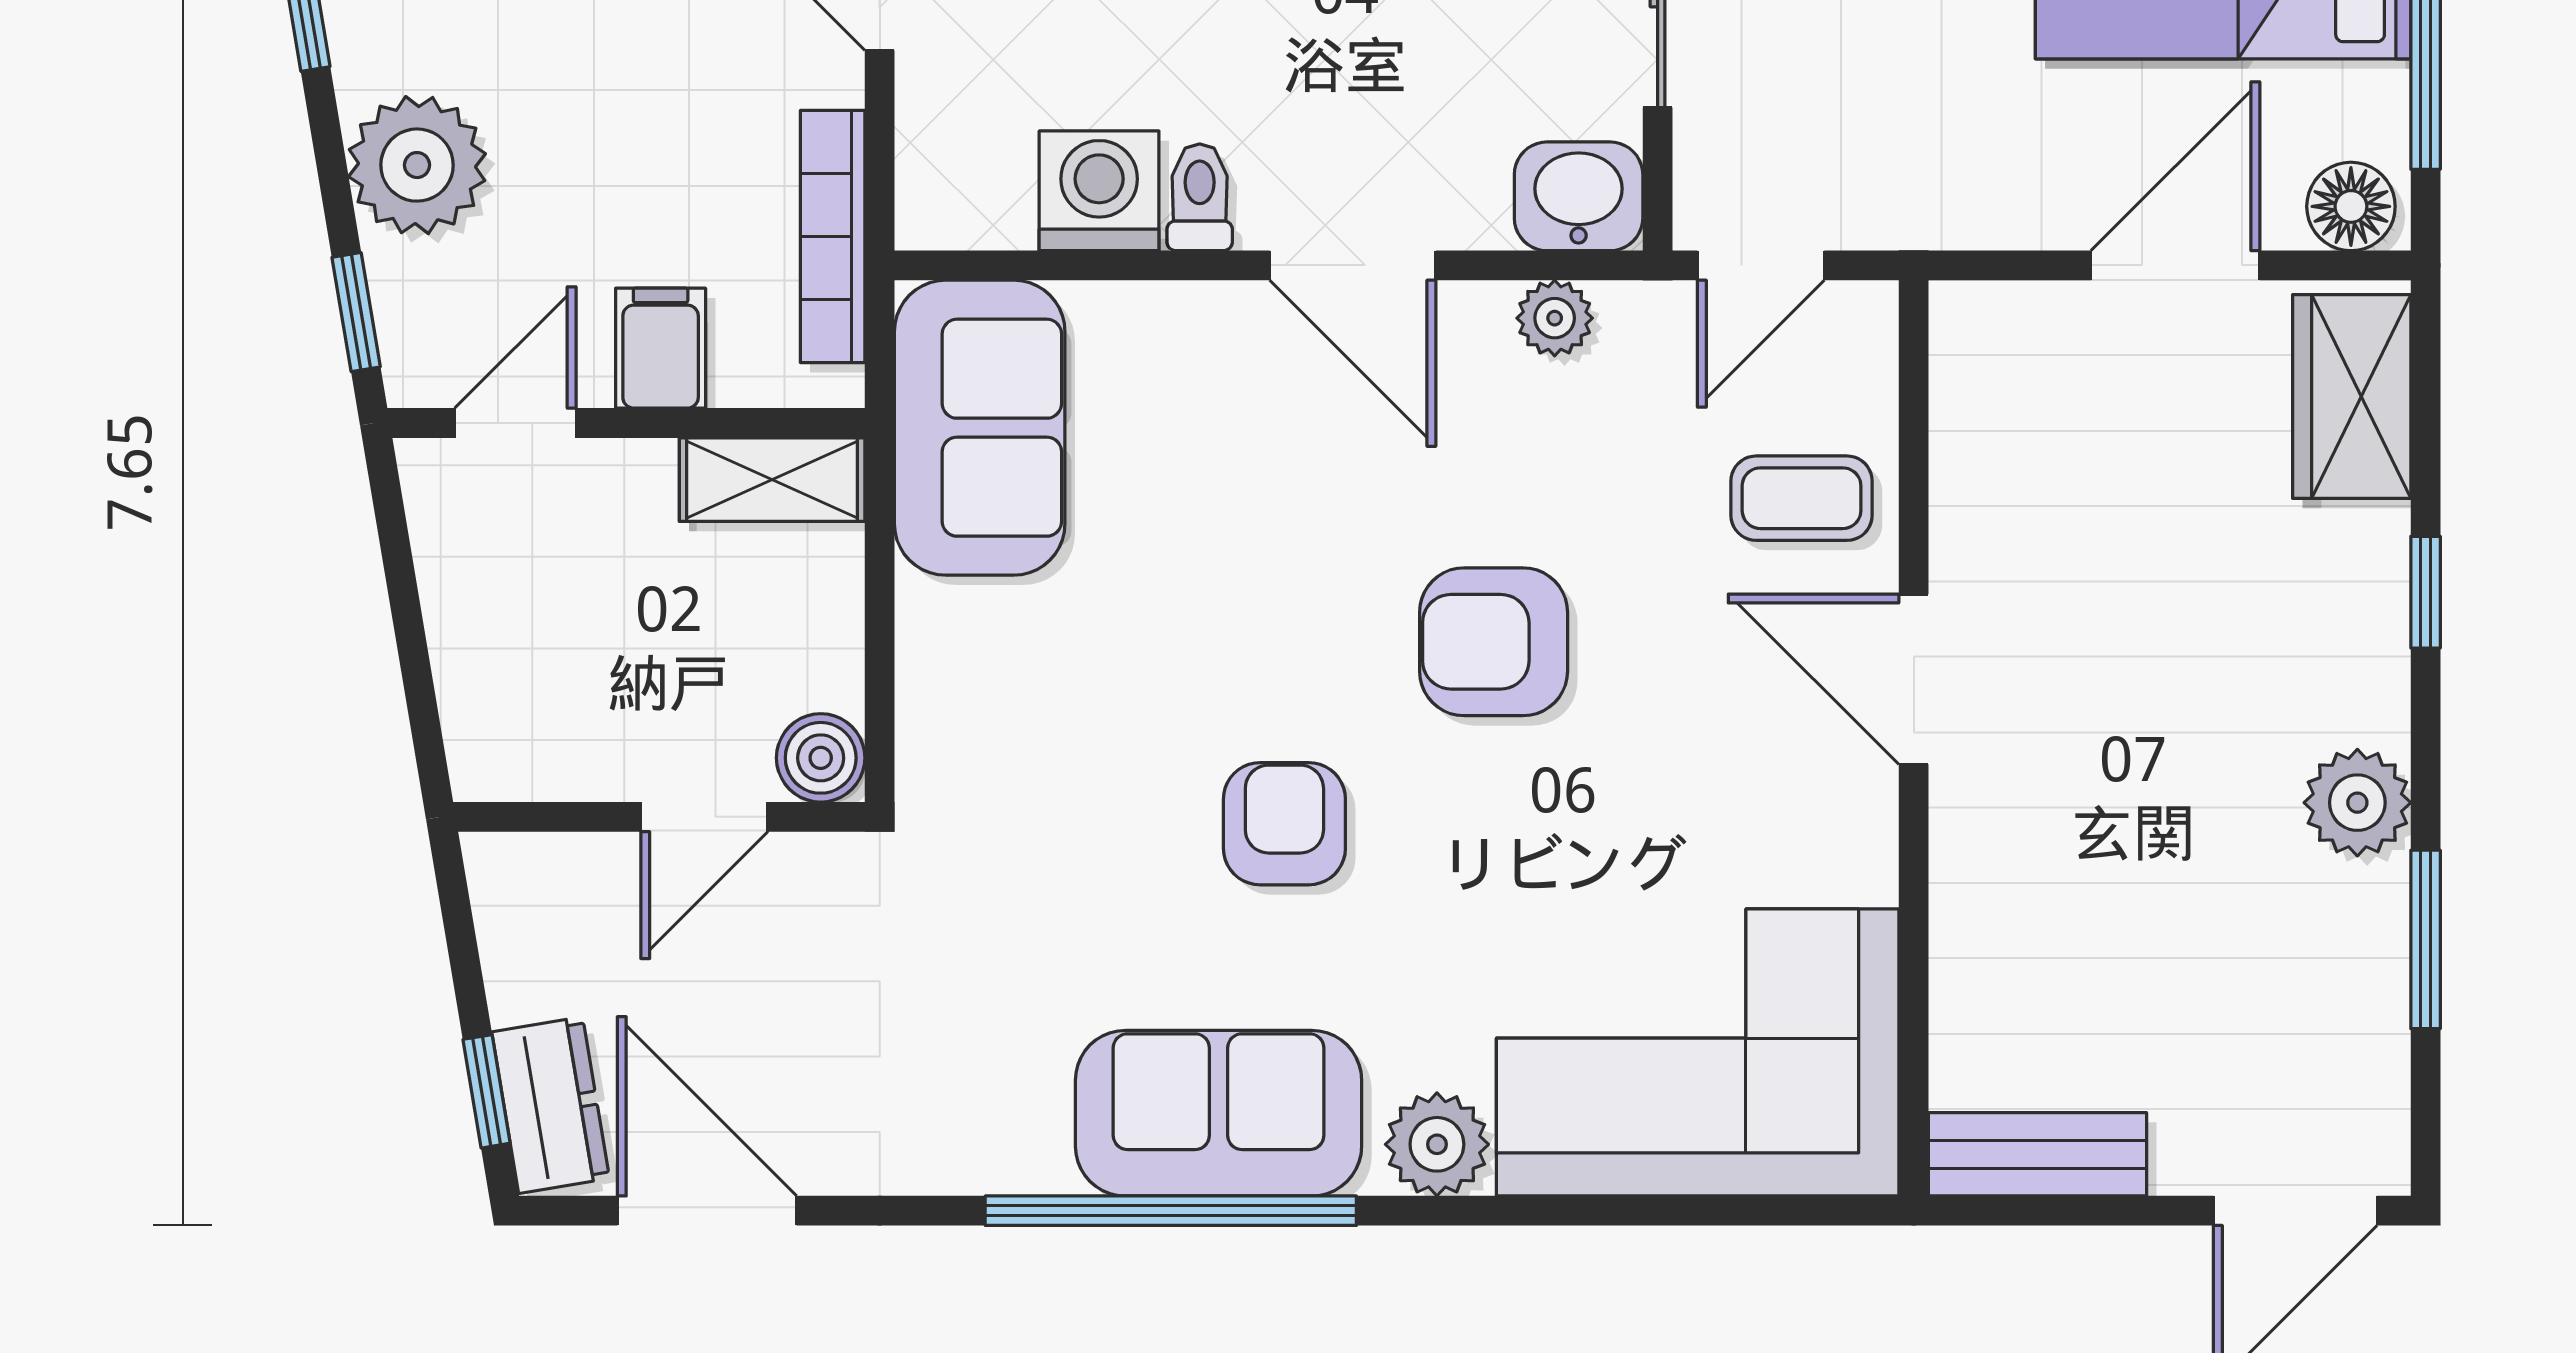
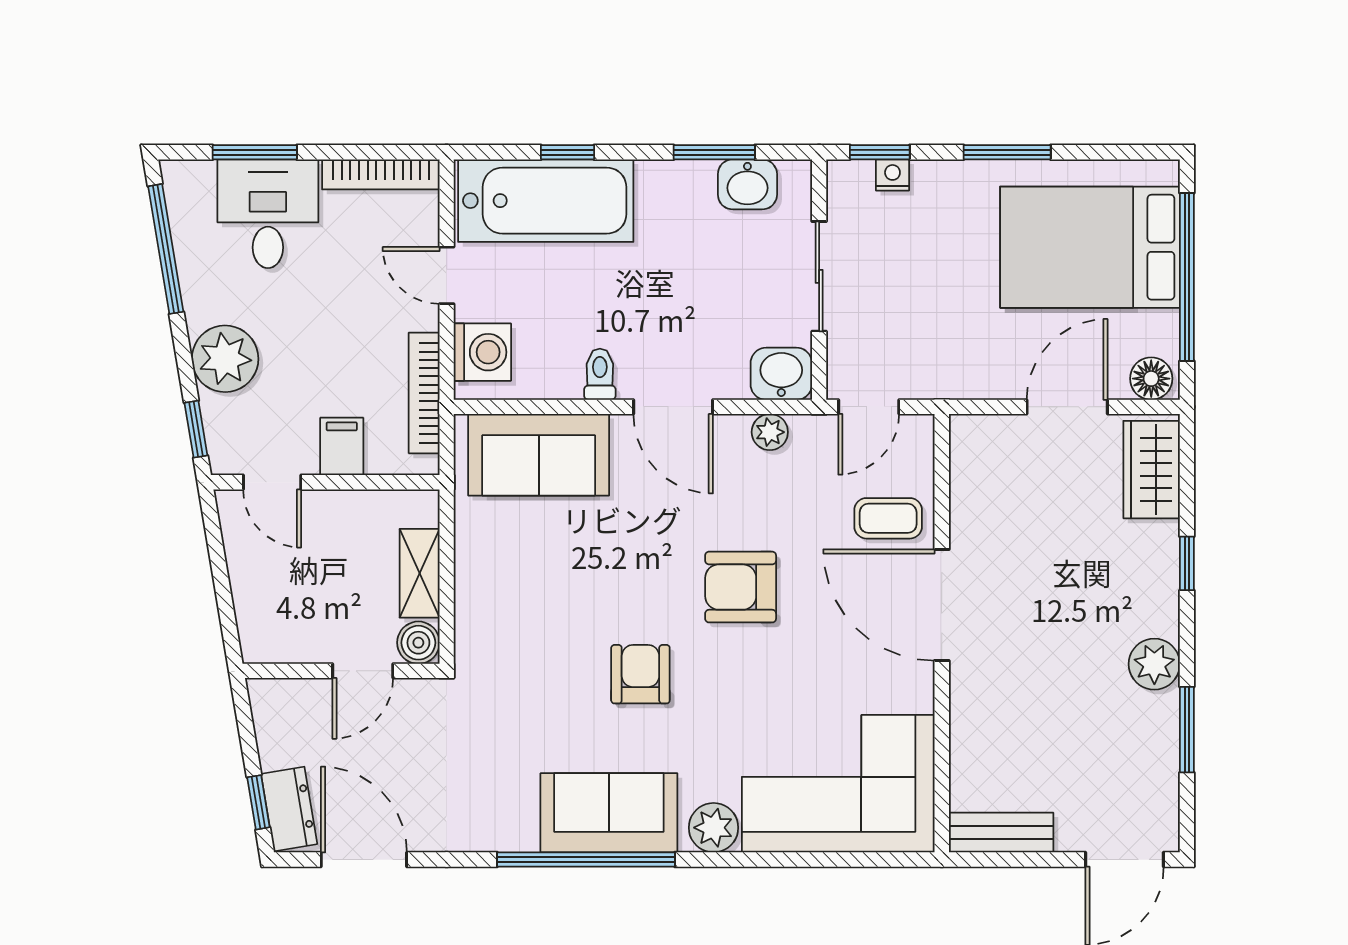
washing machine: (1099, 191) -> (482, 352), moved, turned 90
door: (515, 423) -> (272, 482), swing flipped
sofa: (980, 428) -> (539, 455), moved, turned 90
shelving: (772, 480) -> (420, 573), moved, turned 90
door: (1914, 679) -> (942, 605), width x1.36

